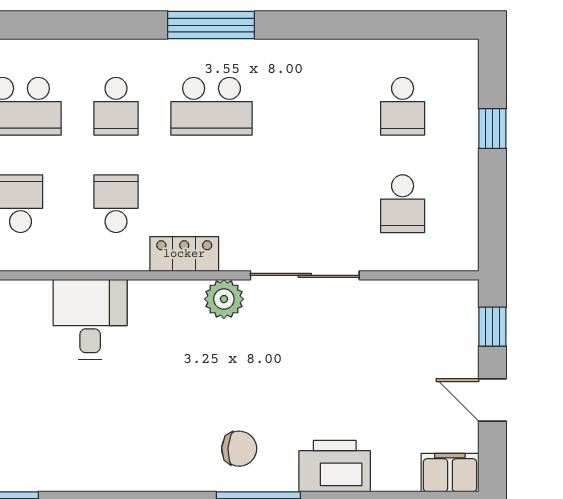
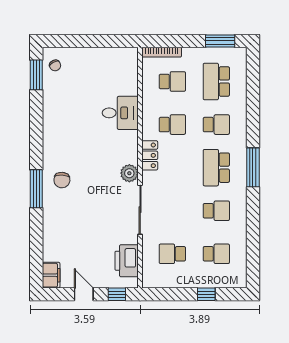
school desk: (116, 106) -> (216, 125), turned 180
school desk: (307, 106) -> (216, 211), added
school desk: (403, 106) -> (216, 254), turned 180
door: (492, 400) -> (84, 294), hinge flipped
printer: (335, 466) -> (127, 261), moved, turned 180

